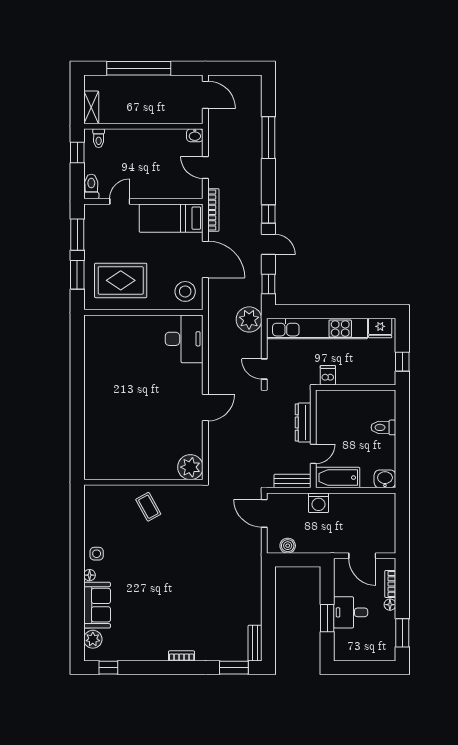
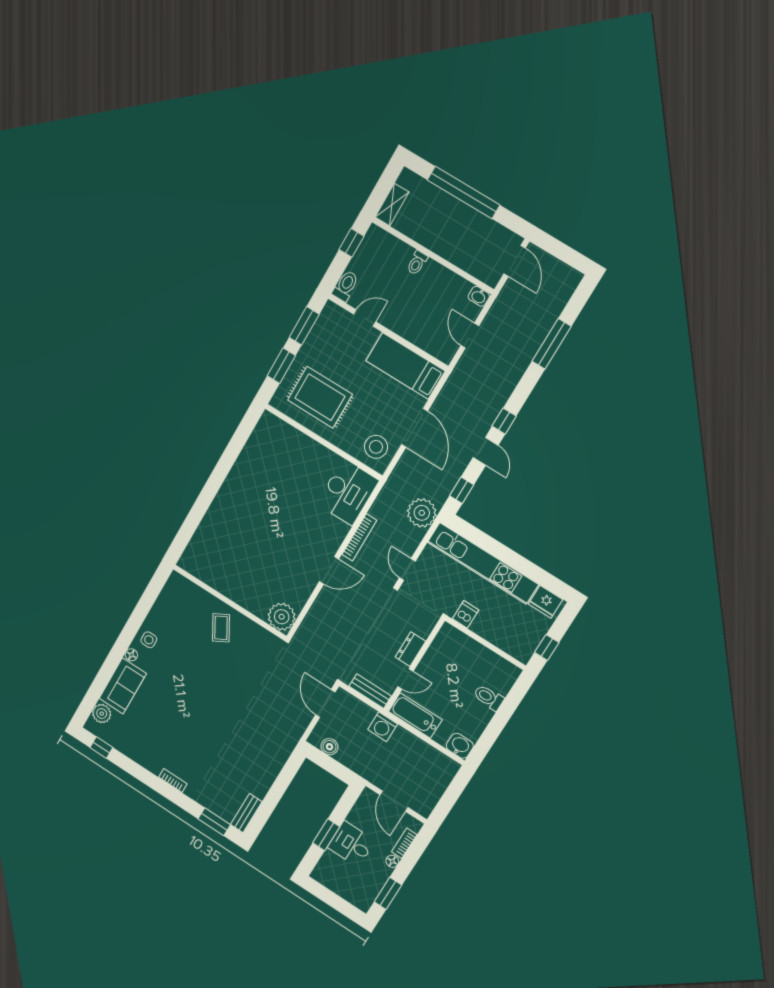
toilet: (99, 138) -> (417, 263), moved
bookcase: (213, 210) -> (359, 537), moved
dresser: (303, 423) -> (410, 649), width x0.70

